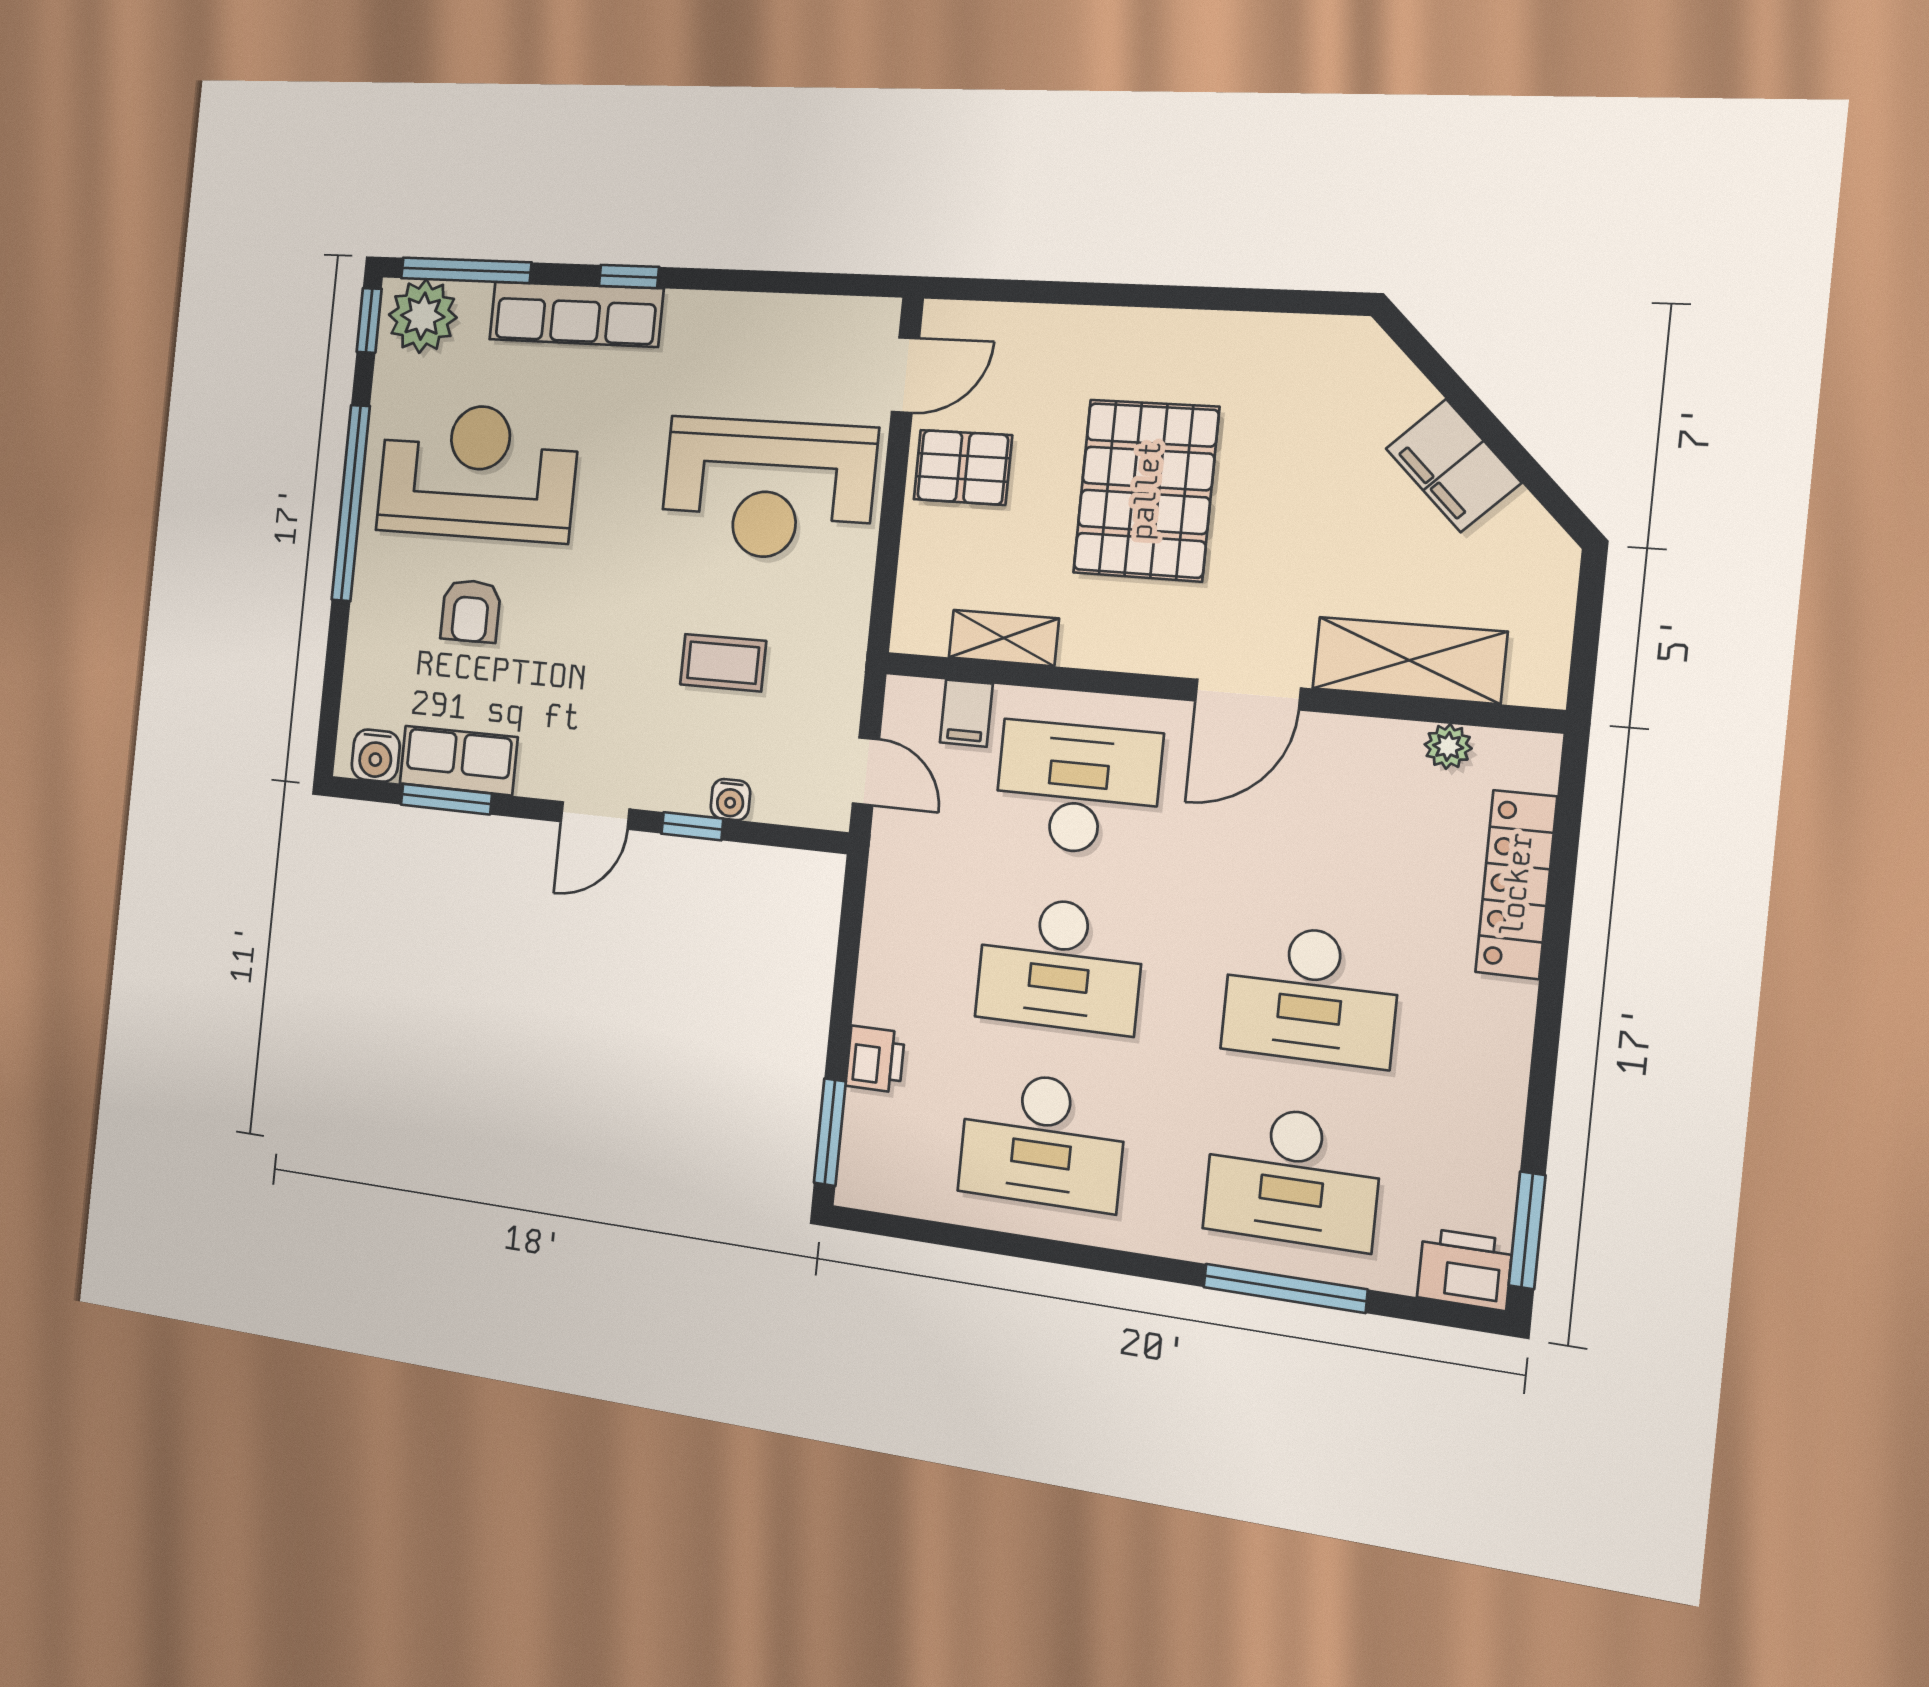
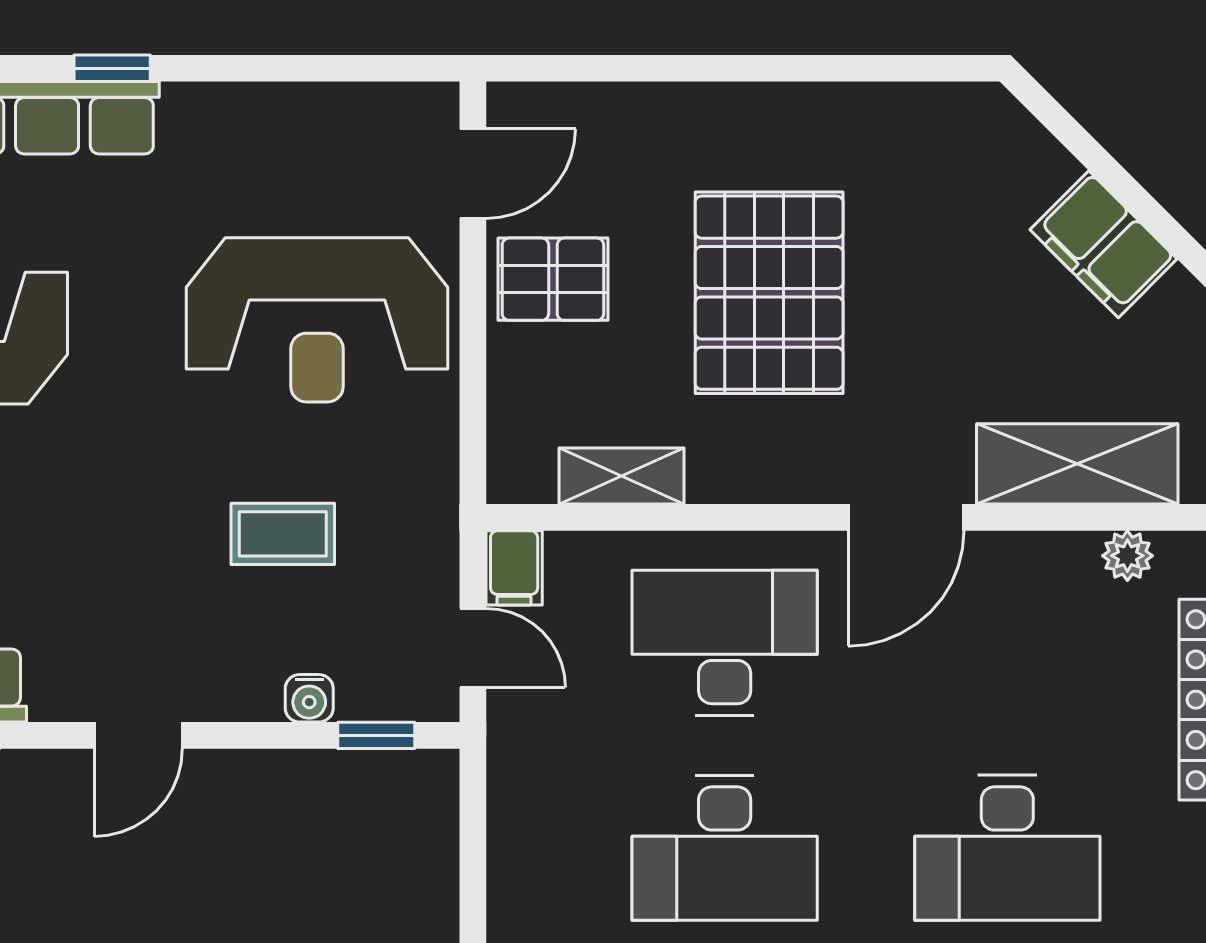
filing cabinet: (966, 713) -> (514, 568), moved
window: (692, 826) -> (376, 735), moved

